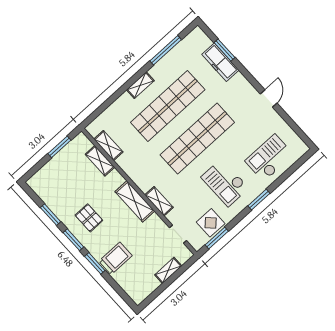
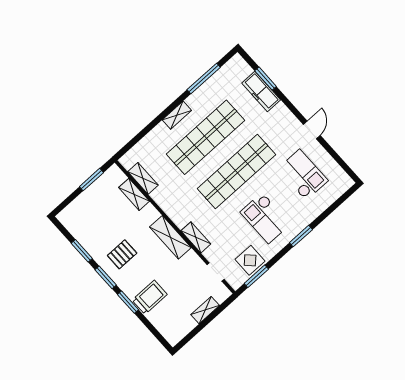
checkout: (269, 158) -> (303, 175), moved, turned 90
pallet: (89, 218) -> (122, 254), turned 90

